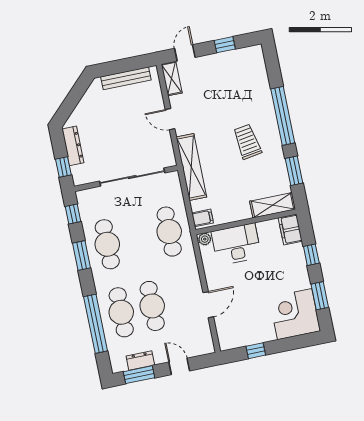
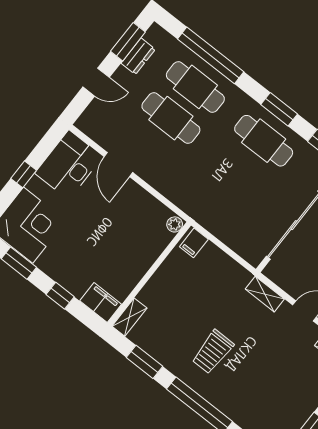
trolley: (247, 142) -> (213, 352), turned 99
shelving: (191, 167) -> (265, 294), width x0.45, depth x0.75
shelving: (273, 205) -> (129, 317), width x0.67, depth x0.75
cafe table: (169, 232) -> (215, 203), removed
desk: (236, 244) -> (69, 165), moved, turned 180
window: (256, 351) -> (24, 174), moved

